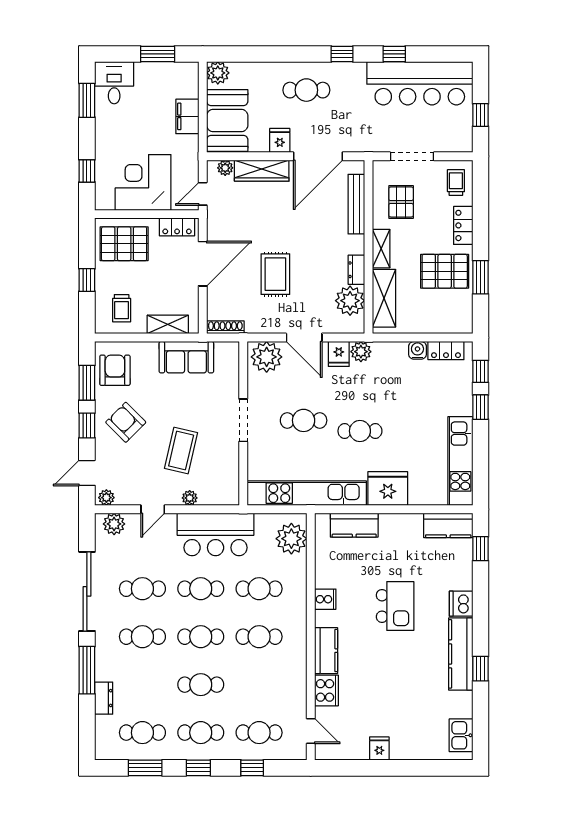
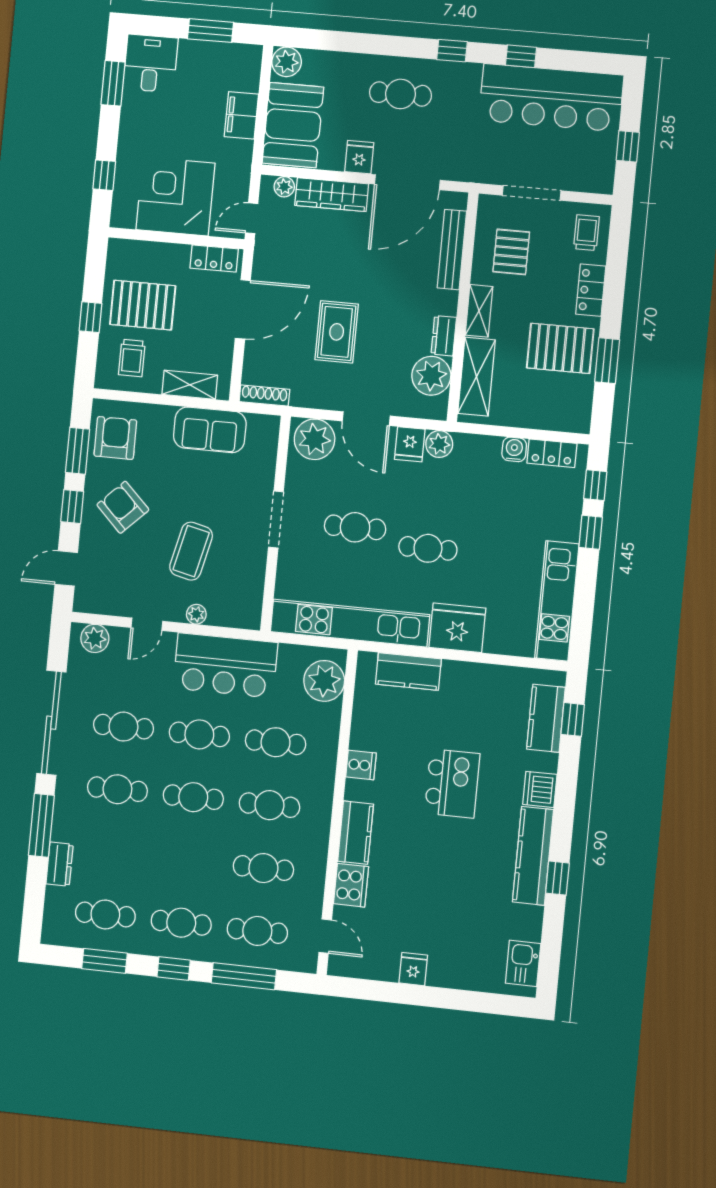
pallet: (124, 244) -> (143, 305), moved
plant: (106, 498) -> (88, 603), removed
kitchen counter: (448, 525) -> (546, 718), moved, turned 90
cafe table: (201, 685) -> (263, 868), moved
window: (252, 768) -> (244, 976), width x2.17

